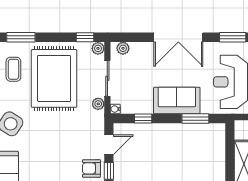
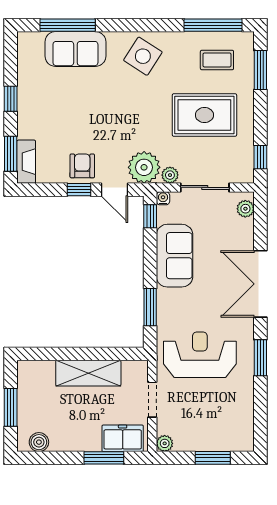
plant: (98, 48) -> (144, 167), moved, width x1.87, depth x1.87
rug: (54, 78) -> (204, 115), width x0.73, depth x0.69
sofa: (177, 101) -> (175, 256), moved
window: (143, 118) -> (150, 216), moved

